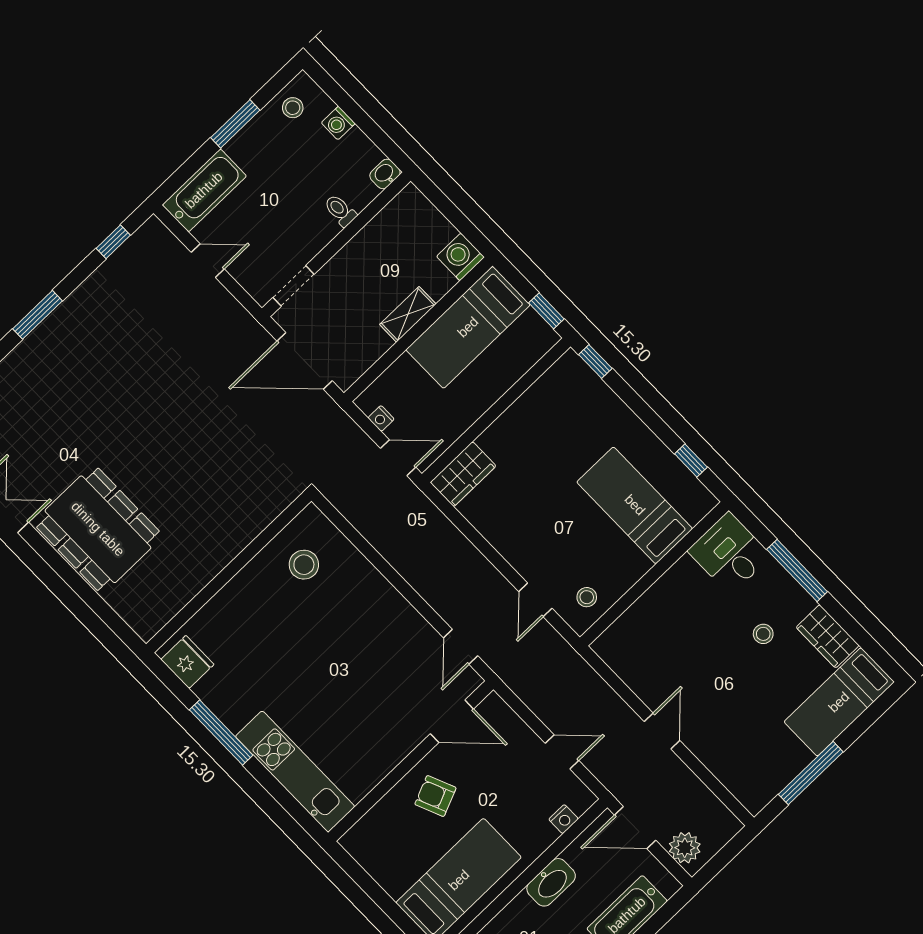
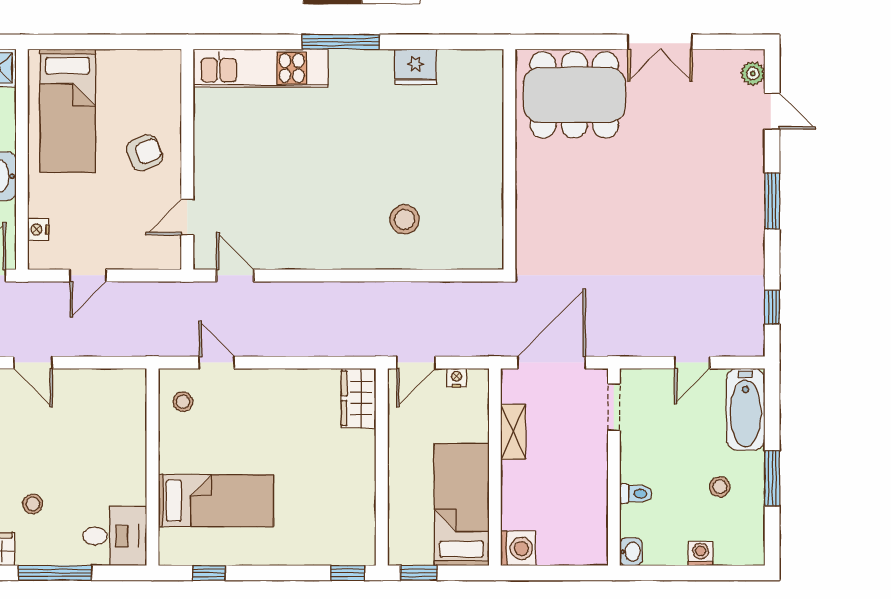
stool: (293, 108) -> (720, 487), moved
shelving: (408, 314) -> (513, 432), moved
wall: (229, 573) -> (509, 159), moved
door: (452, 721) -> (187, 217), width x0.73

